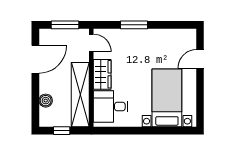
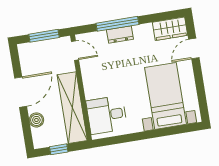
window: (134, 25) -> (117, 24), width x1.44
dresser: (135, 35) -> (120, 35), added
door: (35, 59) -> (21, 92), moved
wardrobe: (102, 74) -> (170, 29), moved, turned 90

